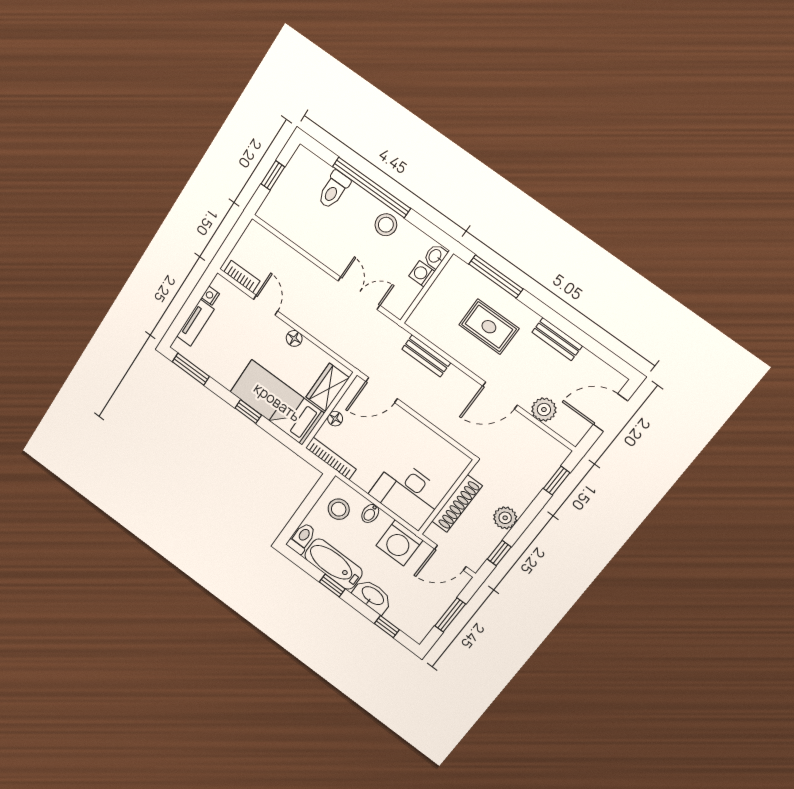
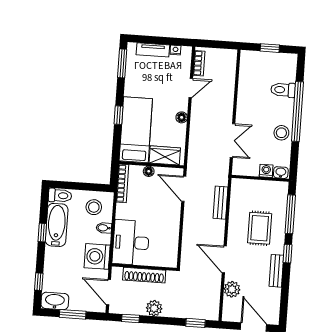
window: (544, 311) -> (287, 254), added
washbasin: (372, 596) -> (55, 301), moved, turned -90

